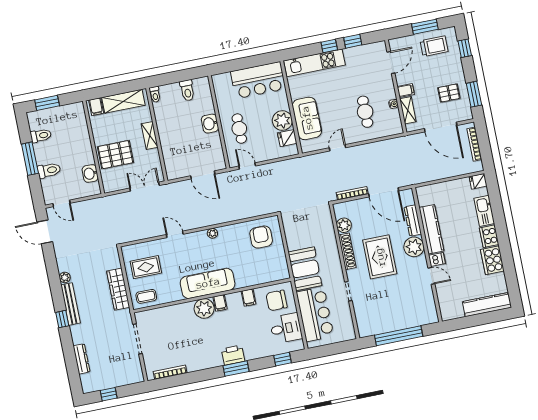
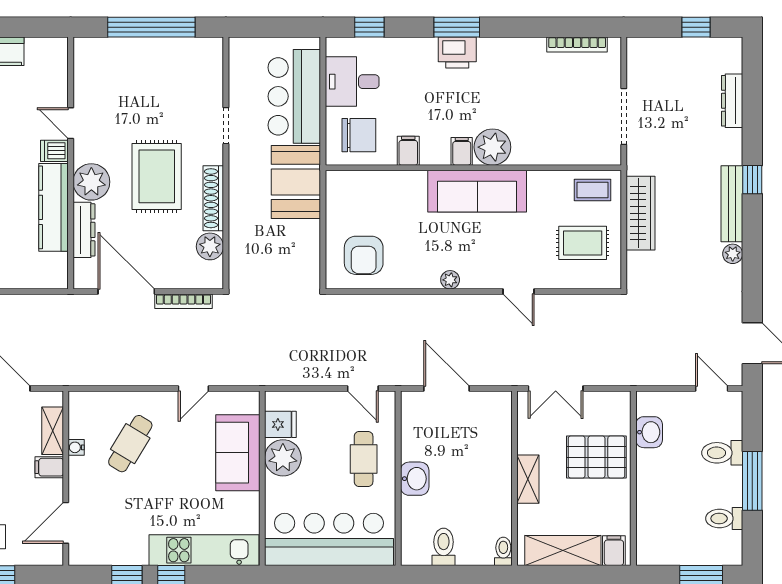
bar counter: (258, 80) -> (329, 539), width x1.36
cafe table: (365, 112) -> (130, 444), turned 31

